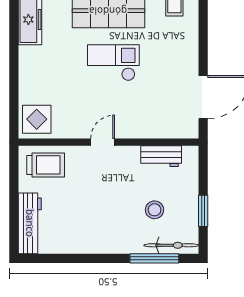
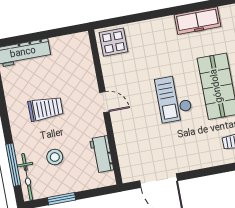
checkout: (113, 63) -> (174, 99), turned 180
trolley: (46, 165) -> (46, 109), moved, turned -90

